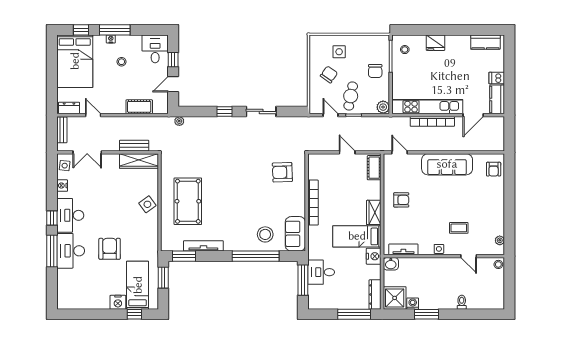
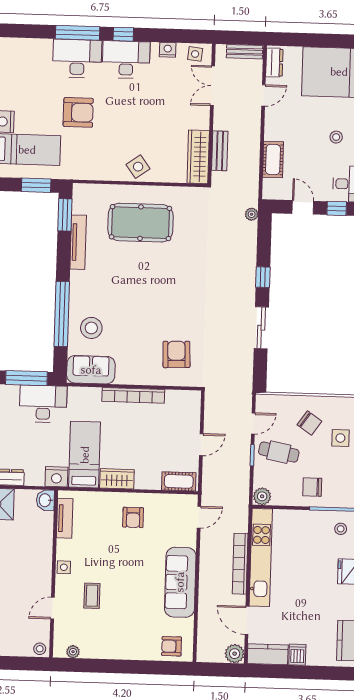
plant: (497, 123) -> (235, 654), added
desk: (321, 272) -> (43, 404), width x1.37

